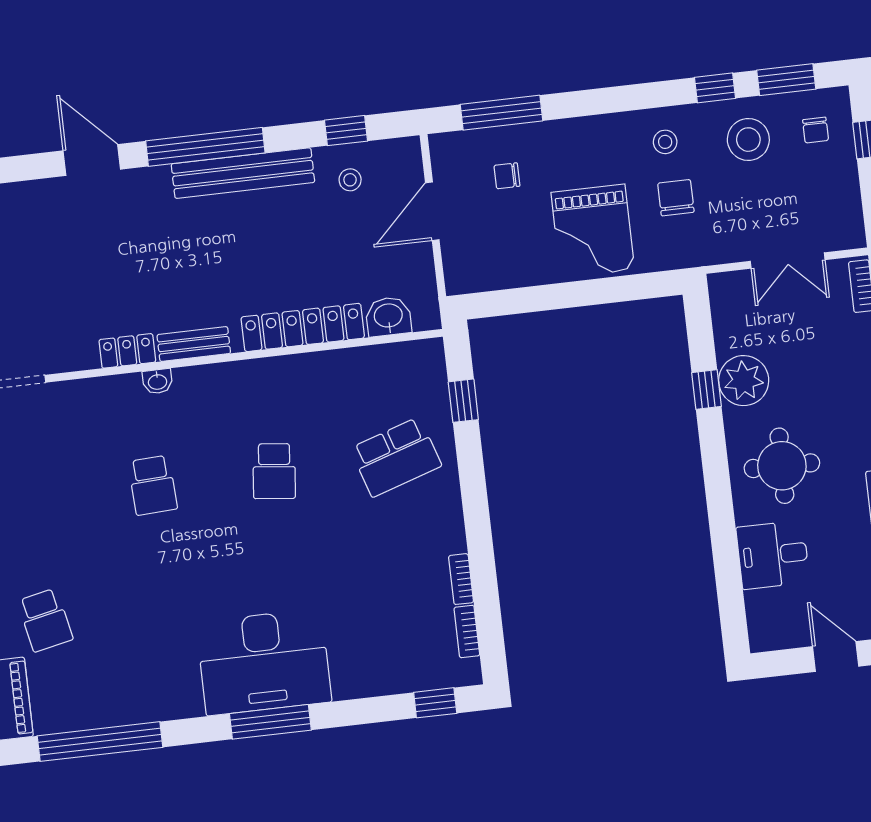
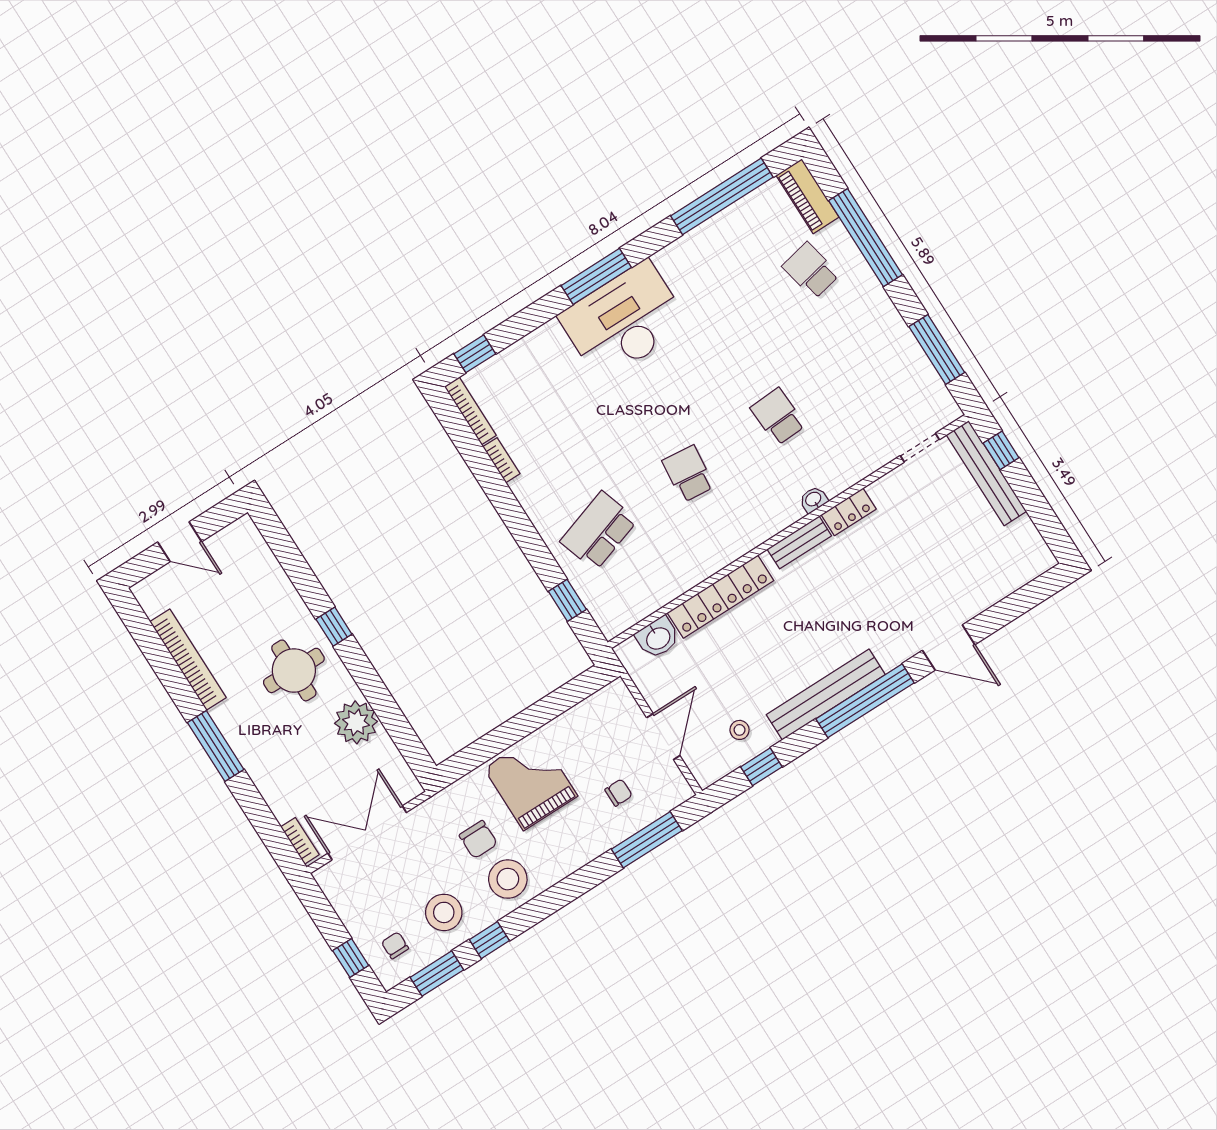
stool: (665, 142) -> (508, 879), width x1.89, depth x1.89
double door: (788, 260) -> (367, 833), width x1.37
window: (707, 390) -> (334, 627), moved
desk: (773, 555) -> (267, 597), removed
bookcase: (467, 632) -> (470, 411), width x1.56

